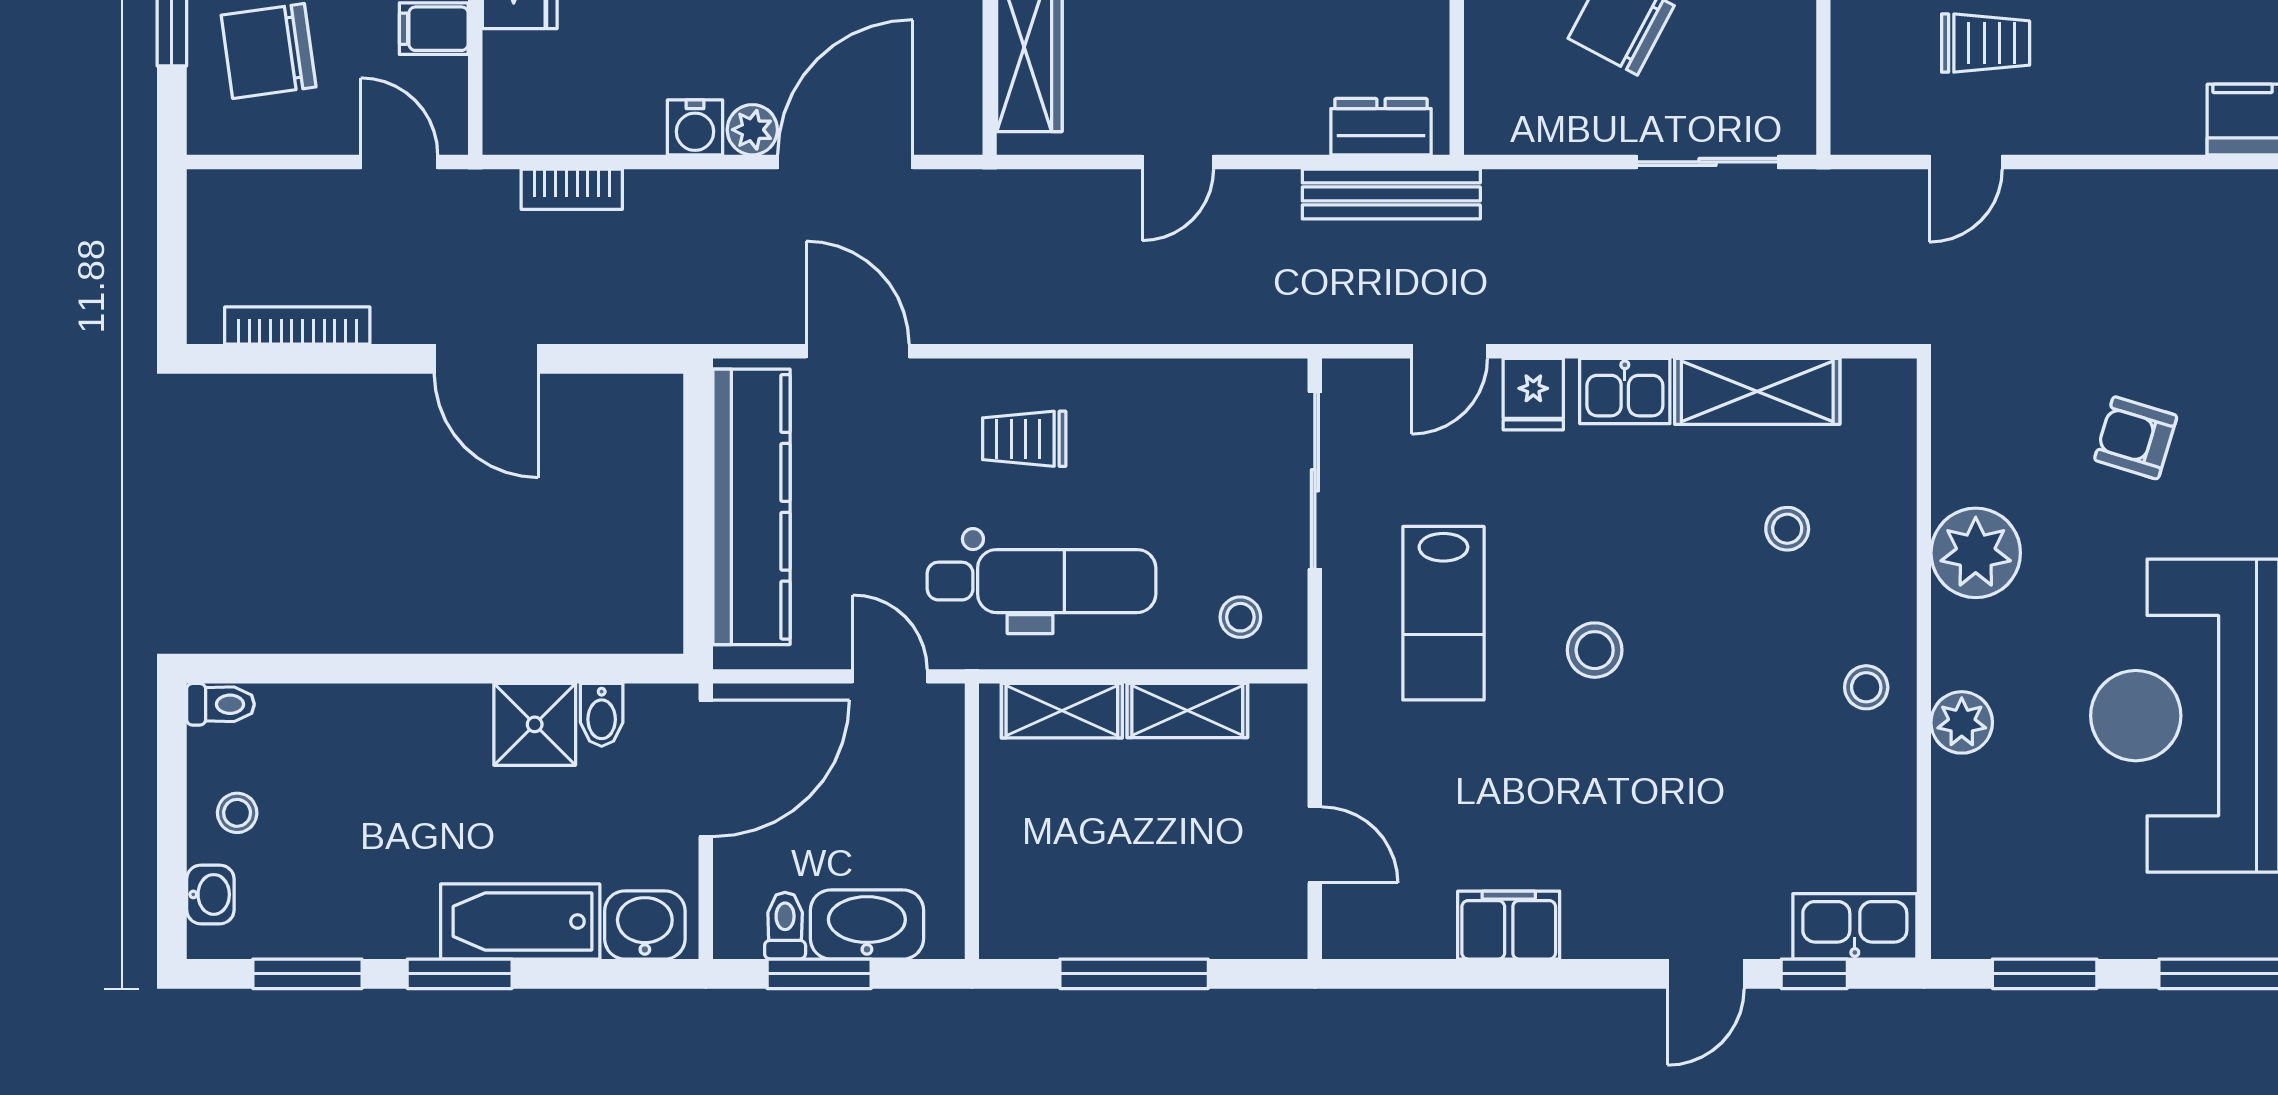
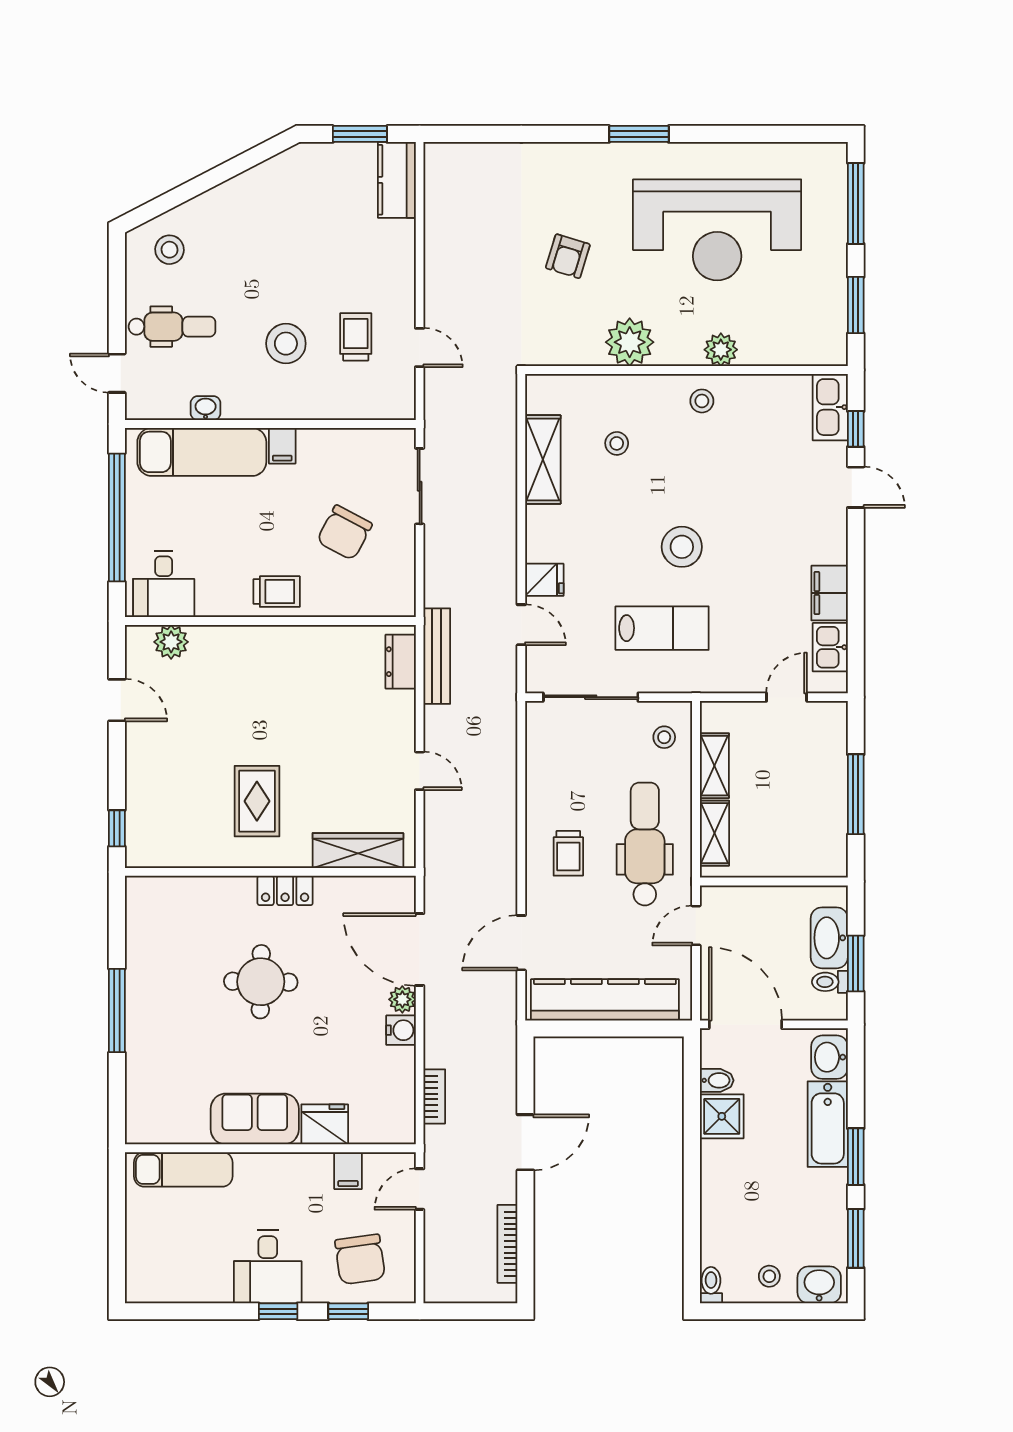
kitchen sink: (1625, 391) -> (830, 647), moved, turned 180
stool: (1595, 650) -> (682, 547), width x1.38, depth x1.38
washbasin: (210, 894) -> (819, 1285), width x1.38, depth x1.45

